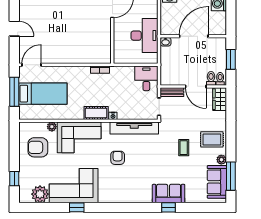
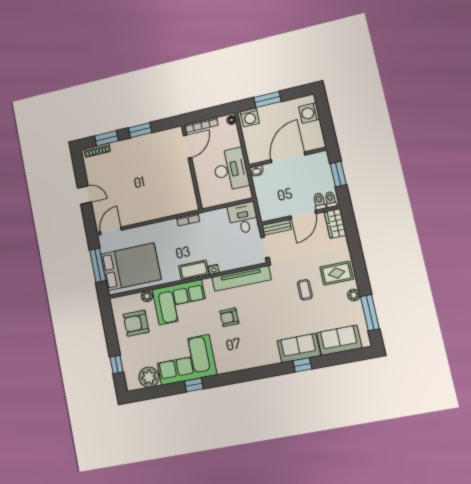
door: (196, 86) -> (303, 215), hinge flipped
bed: (43, 94) -> (131, 267), width x1.50
armchair: (118, 158) -> (229, 317), turned -91
sofa: (217, 182) -> (339, 340), moved, turned 90

